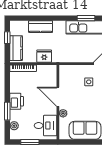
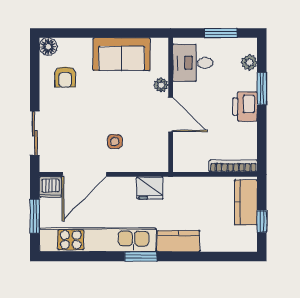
window: (86, 18) -> (141, 256), moved
kitchen counter: (41, 27) -> (179, 241), moved
fridge: (44, 56) -> (150, 188), moved

